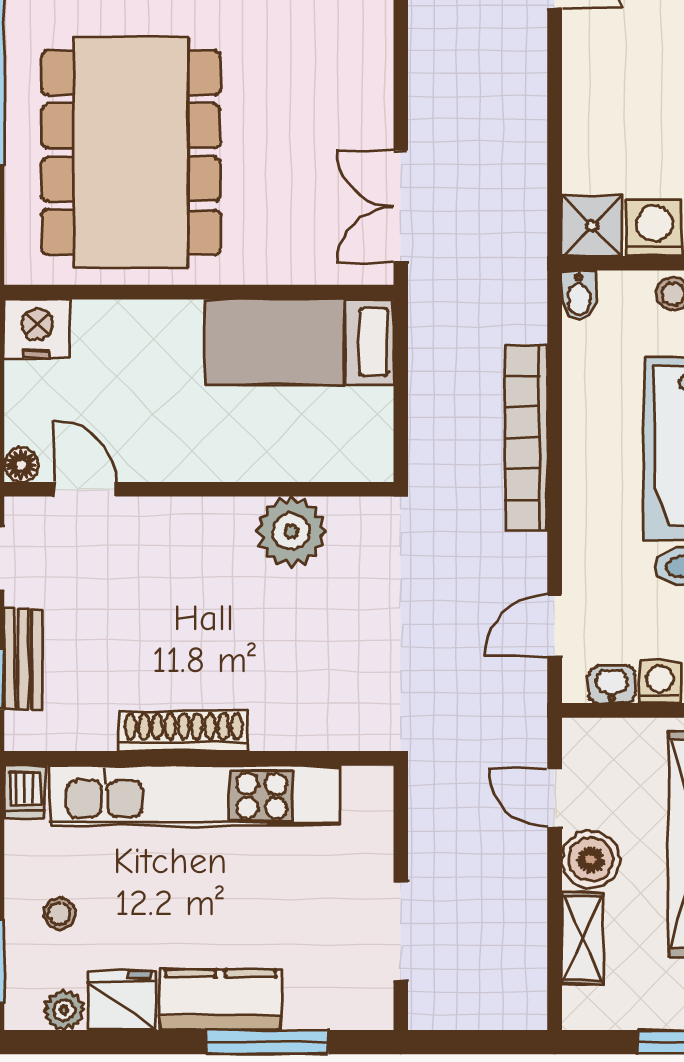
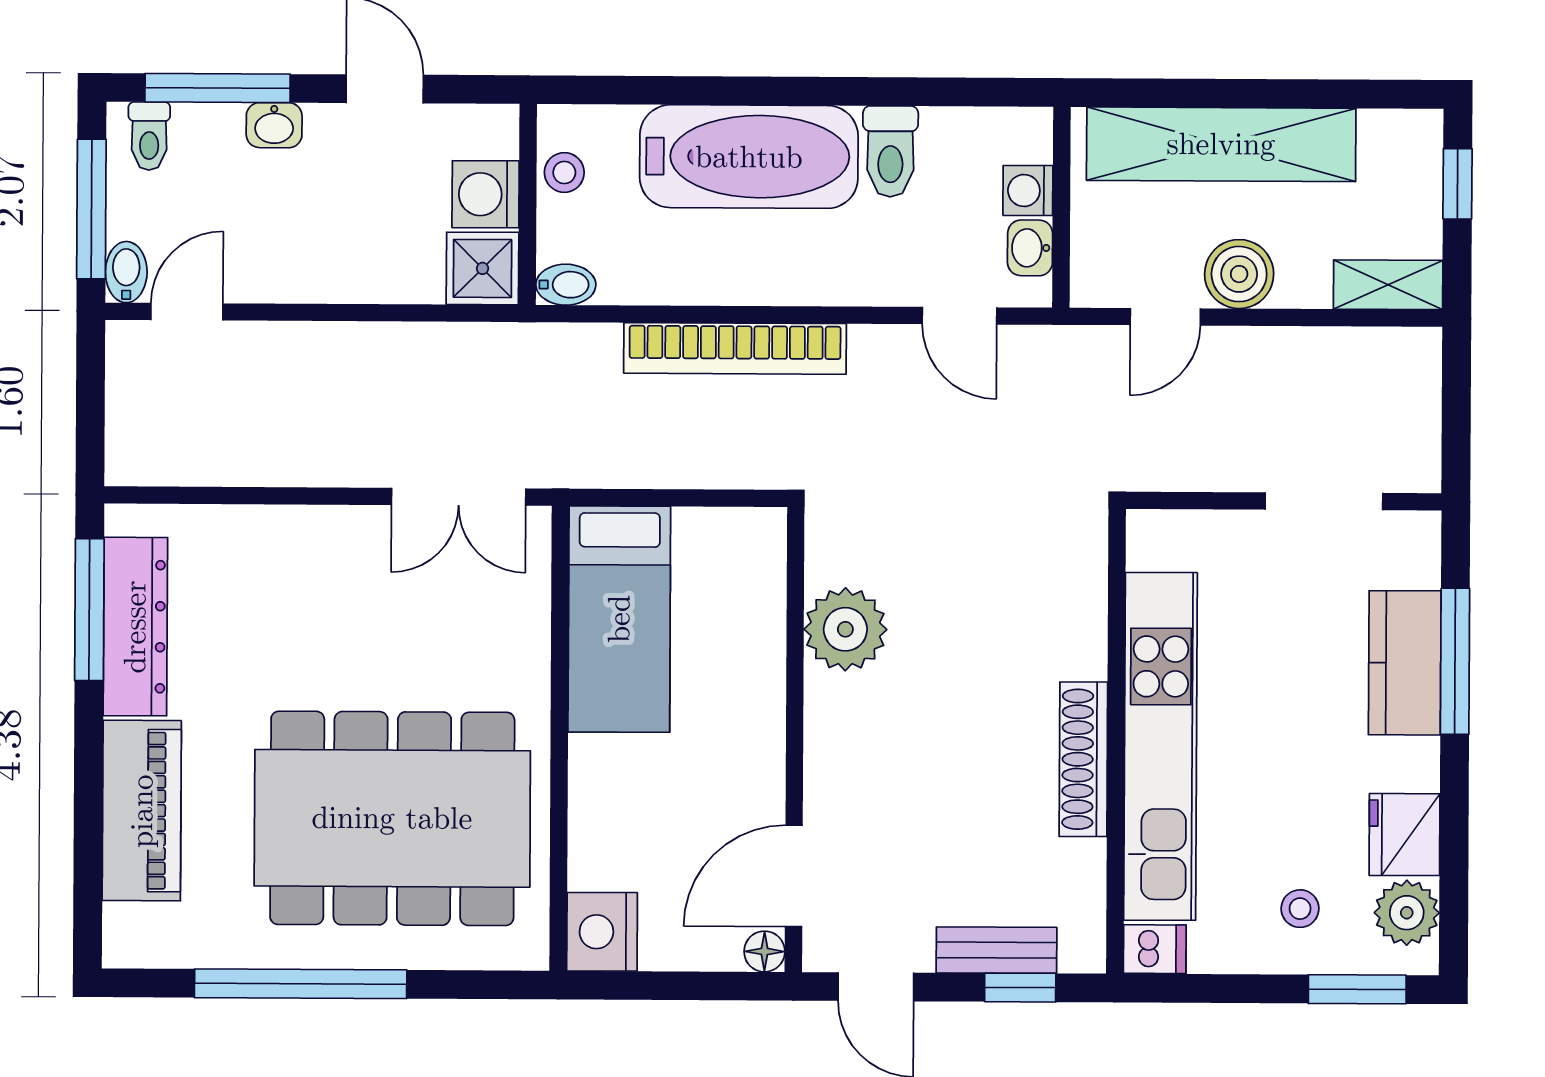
door: (85, 489) -> (794, 876), width x1.38
shelving: (582, 938) -> (1388, 285), moved
kitchen counter: (220, 1000) -> (1405, 663), moved
plant: (64, 1010) -> (1407, 913), width x1.38, depth x1.38

